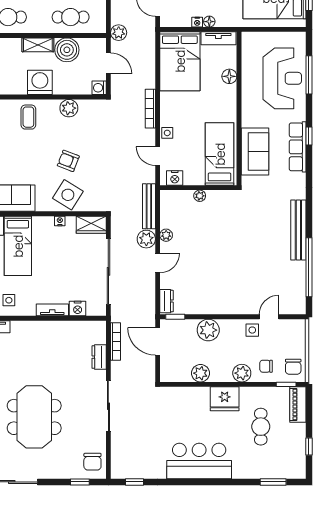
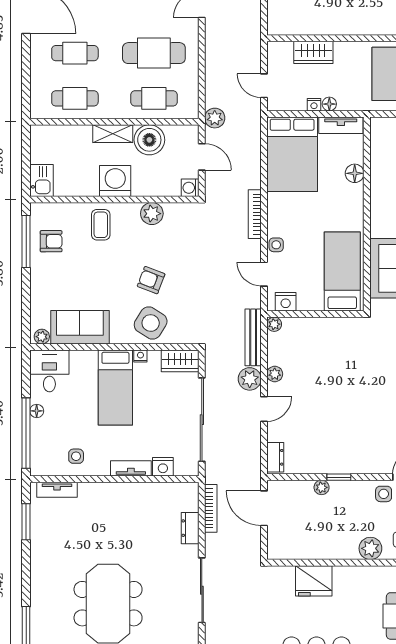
plant: (200, 196) -> (274, 324), moved
bed: (18, 246) -> (115, 388), moved
window: (175, 317) -> (339, 477), moved
plant: (208, 330) -> (322, 487), width x0.53, depth x0.53
plant: (200, 373) -> (318, 548), removed
fridge: (225, 399) -> (314, 581), moved

